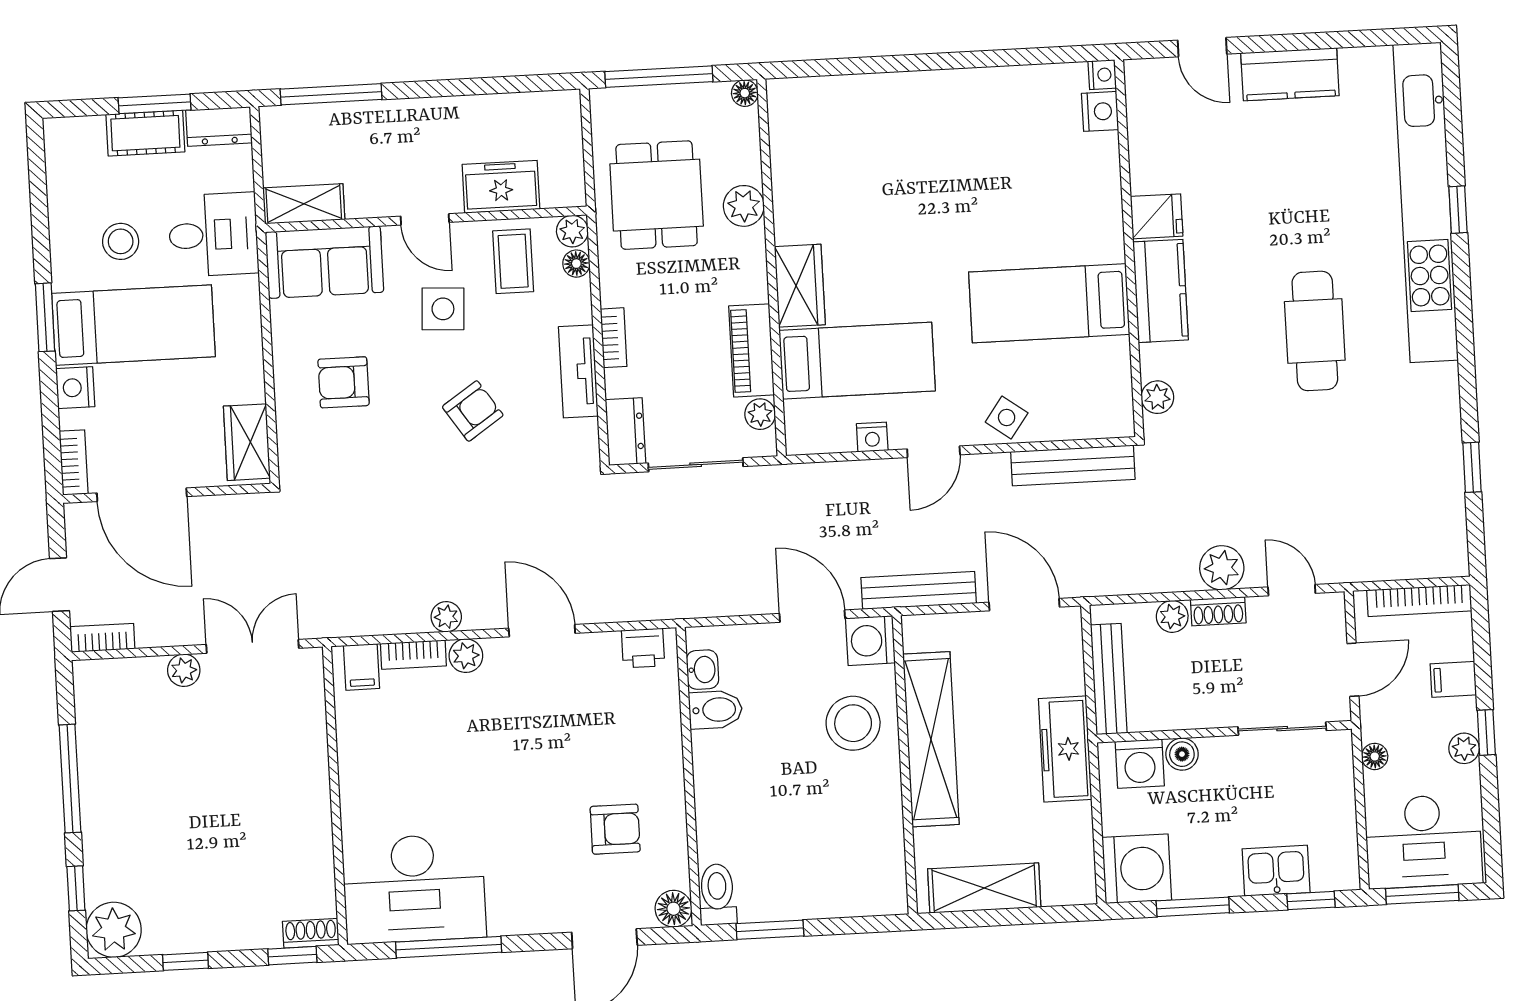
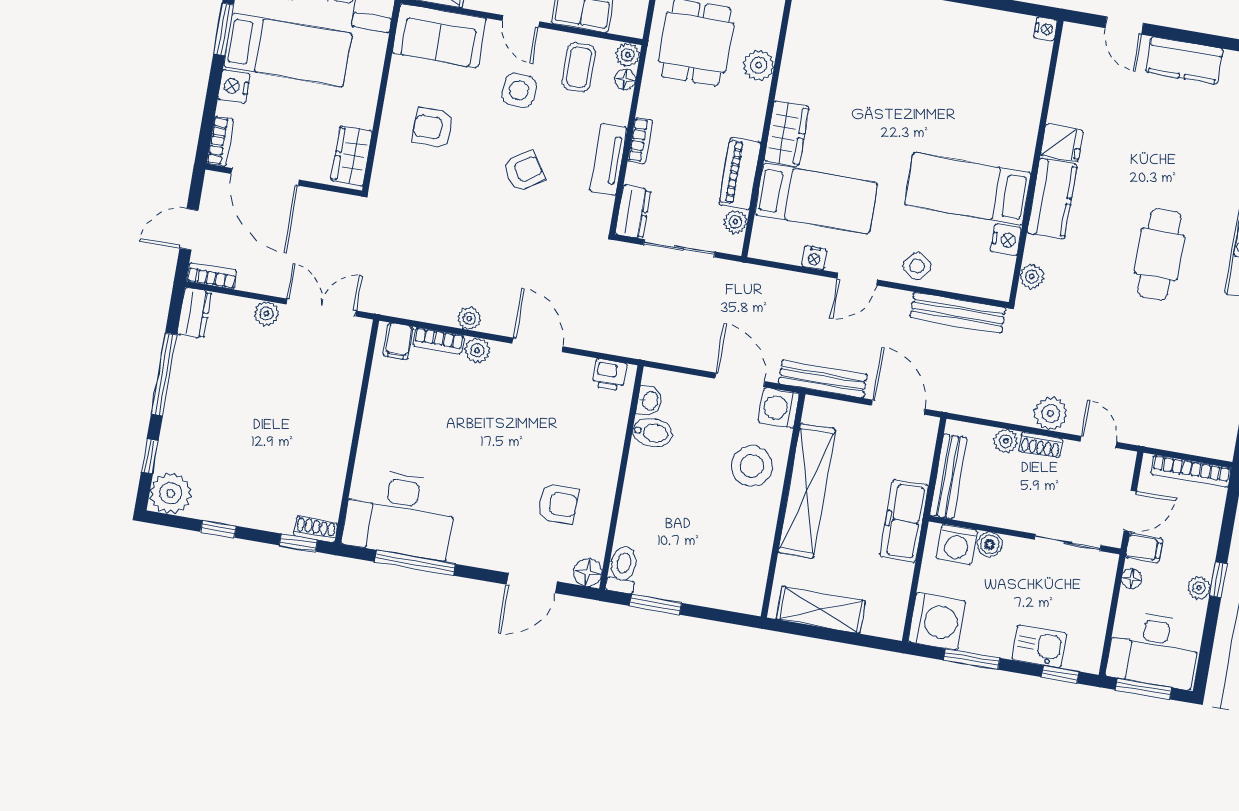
nightstand: (1100, 111) -> (1006, 240), moved
filing cabinet: (1453, 679) -> (1144, 548), moved, turned 180
dresser: (91, 691) -> (194, 313), added

